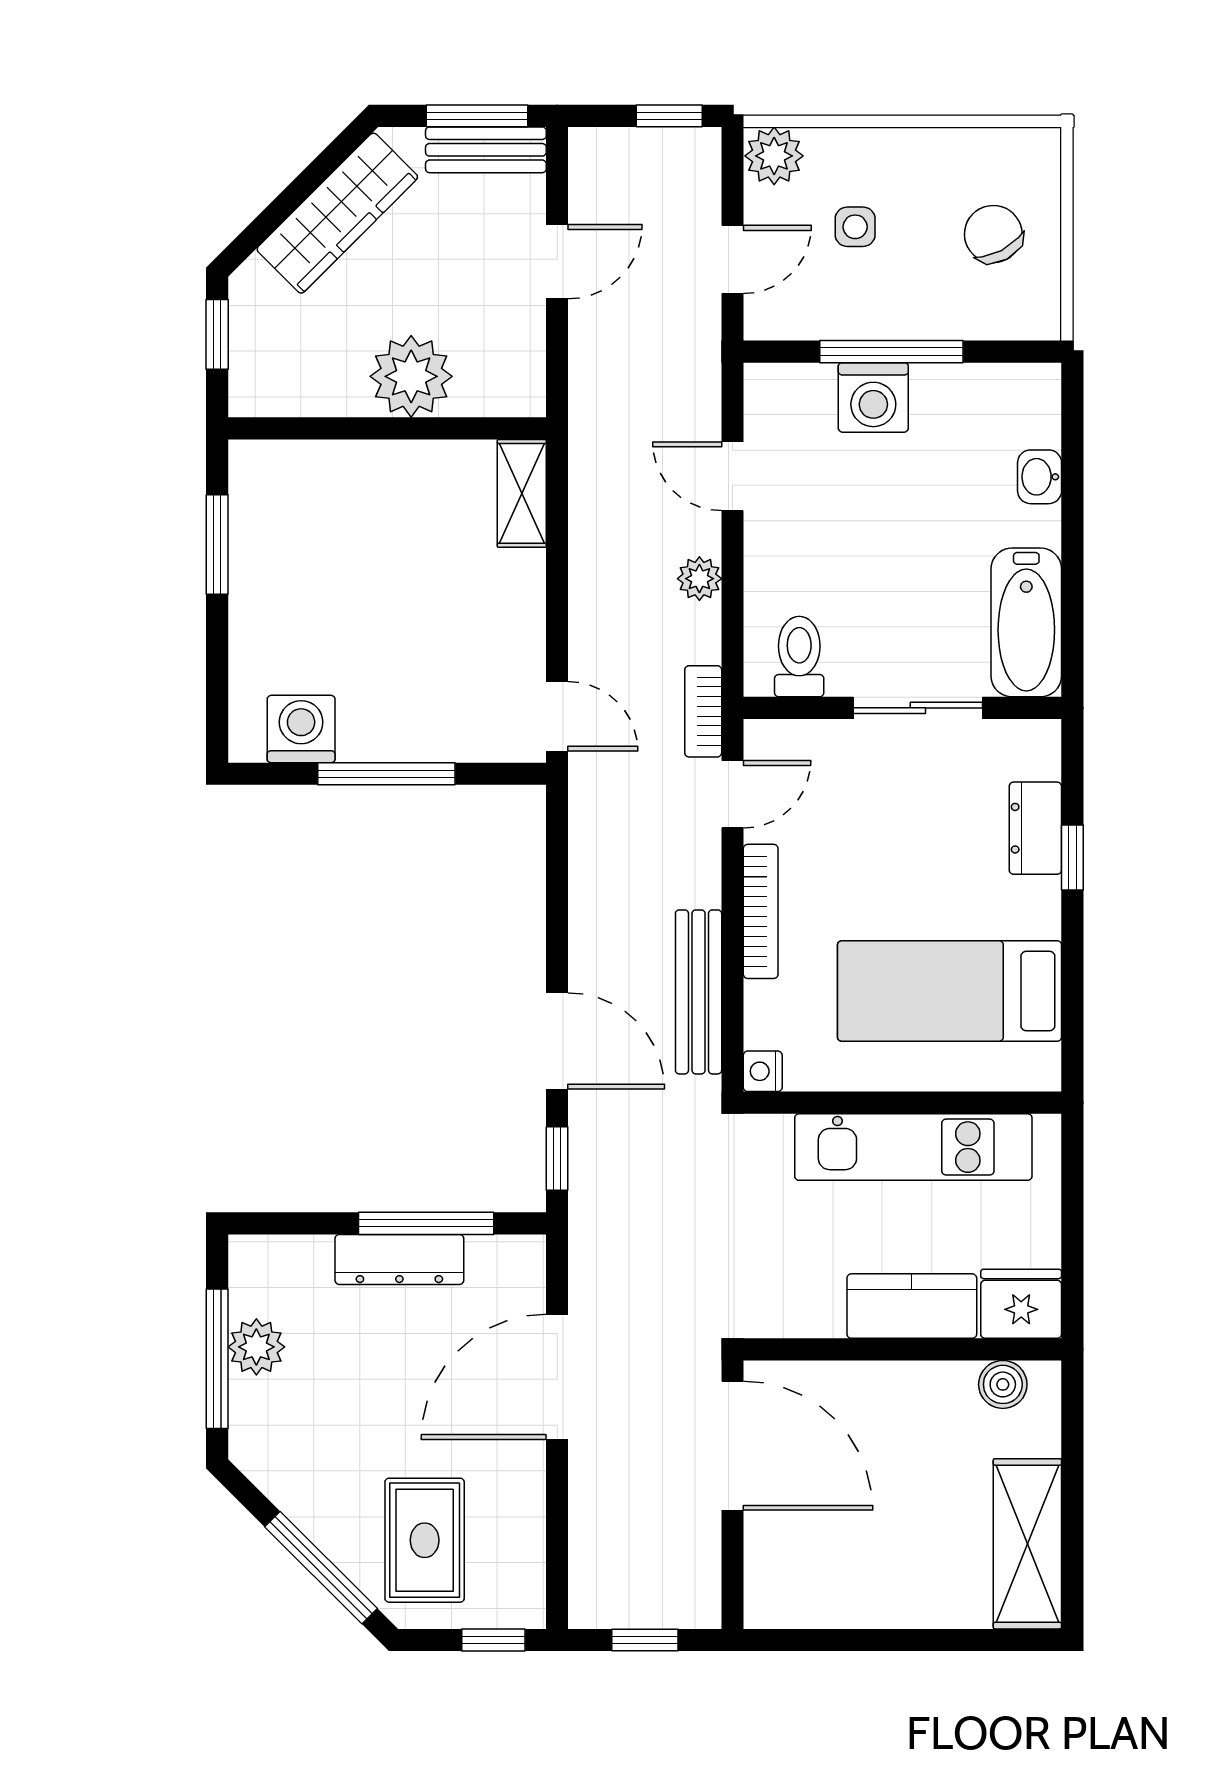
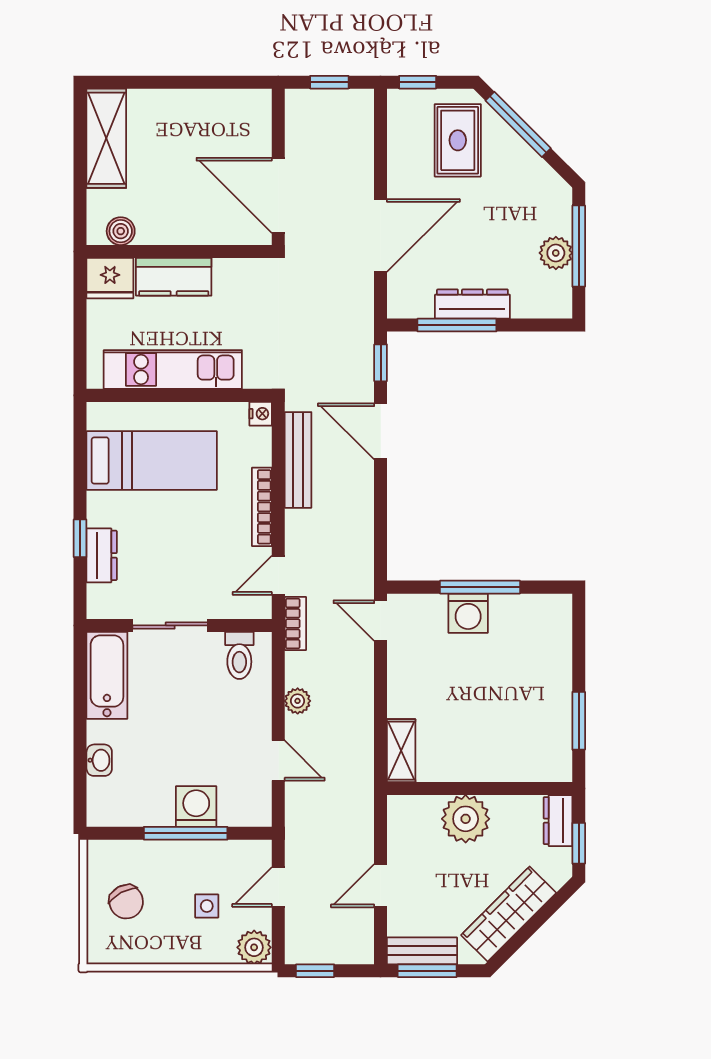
dresser: (253, 373) -> (558, 821), added
washing machine: (301, 729) -> (468, 613), moved

